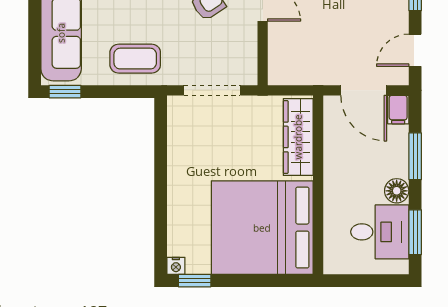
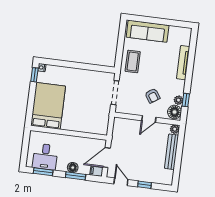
window: (65, 92) -> (122, 30), removed
wardrobe: (298, 137) -> (90, 127), removed
floor lamp: (397, 191) -> (73, 168), moved
bed: (262, 228) -> (48, 106), width x0.73

